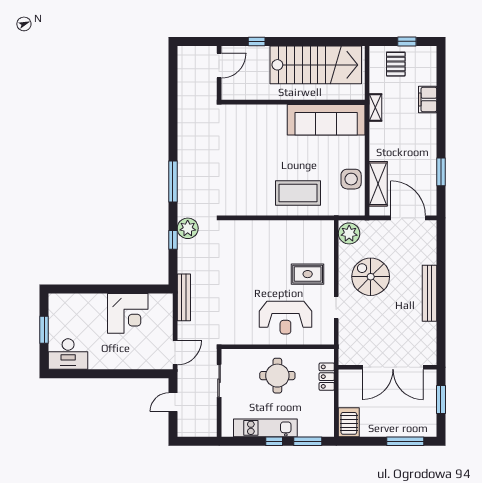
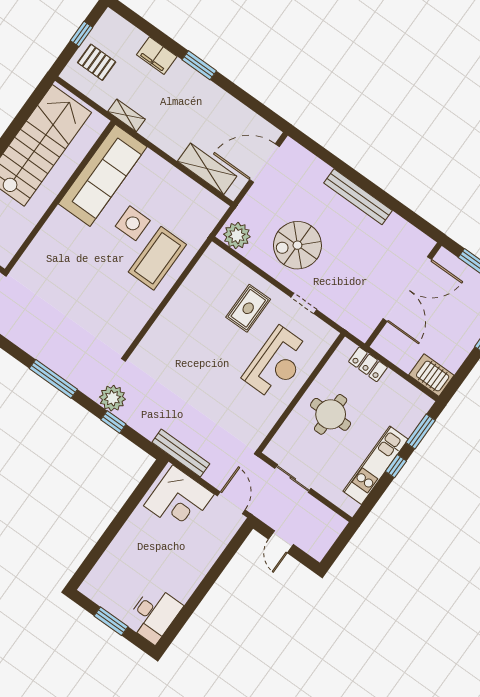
window: (441, 172) -> (199, 65), moved
side table: (351, 179) -> (133, 223), moved
corner desk: (128, 313) -> (179, 500), moved, turned 90

